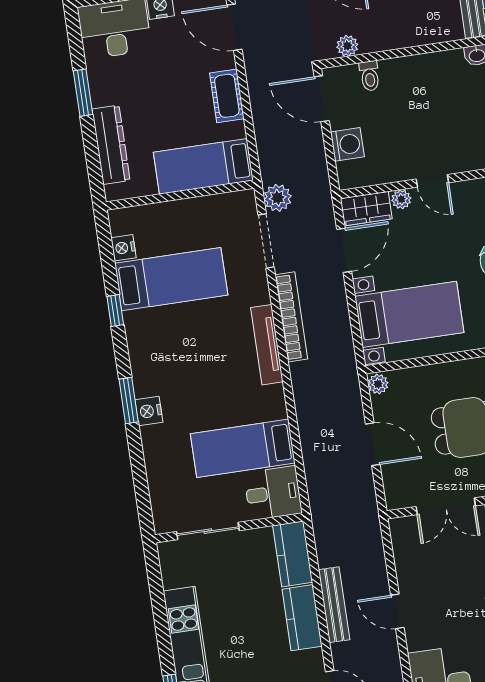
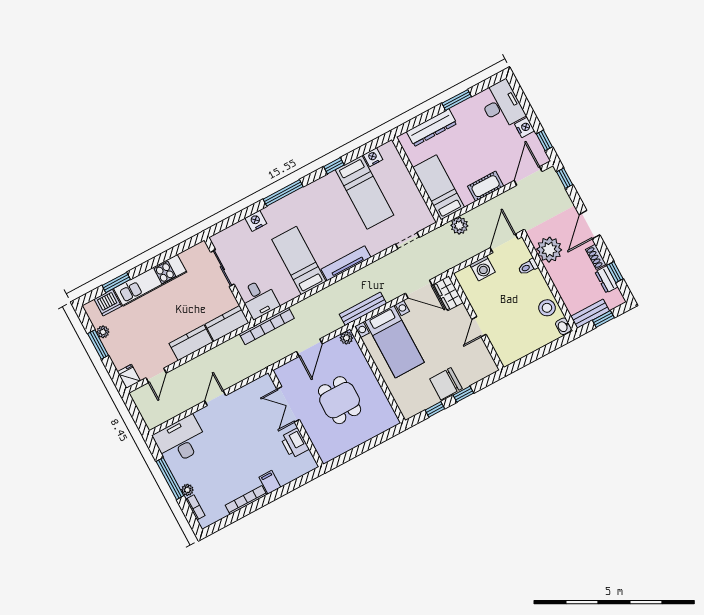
plant: (347, 46) -> (549, 250), width x1.87, depth x1.87
stool: (441, 70) -> (547, 308), added
plant: (278, 198) -> (459, 226), moved
plant: (401, 199) -> (461, 312), removed
doorway: (266, 241) -> (408, 241), width x0.73
bookcase: (291, 317) -> (267, 326), moved
window: (129, 401) -> (283, 193), width x1.44
nightstand: (149, 411) -> (256, 221), moved
bed: (243, 448) -> (299, 261), moved
bench: (334, 605) -> (363, 309), moved

